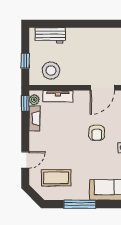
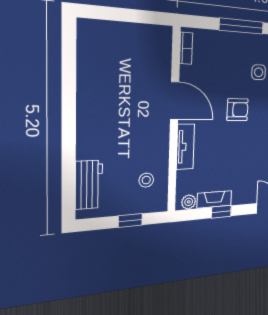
stool: (51, 71) -> (146, 180), width x0.53, depth x0.53
tv unit: (58, 96) -> (185, 147), moved
window: (25, 103) -> (221, 212), moved

